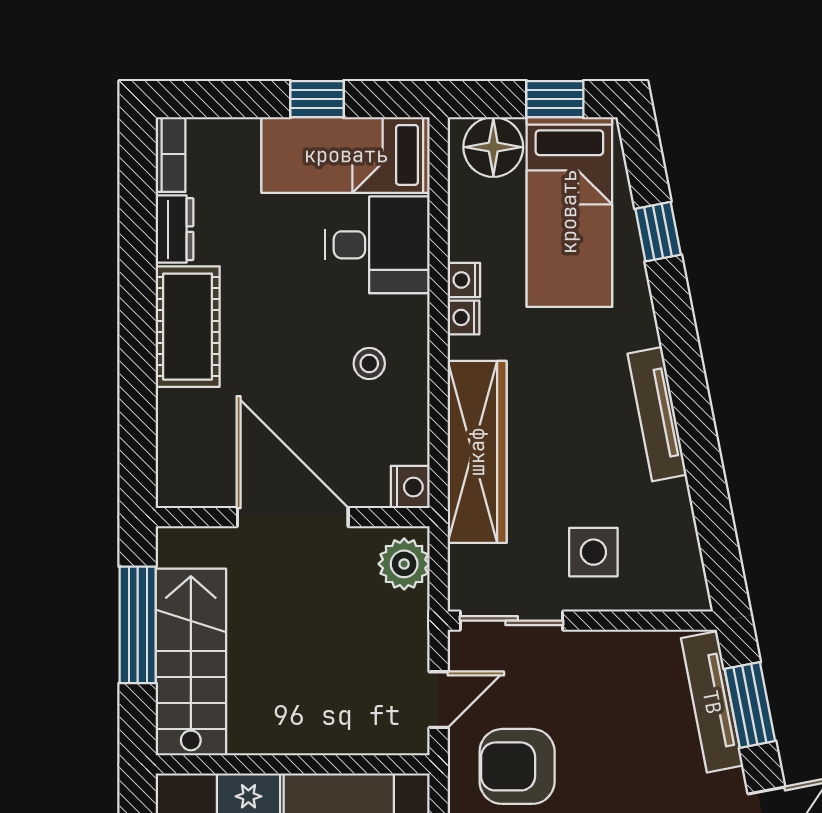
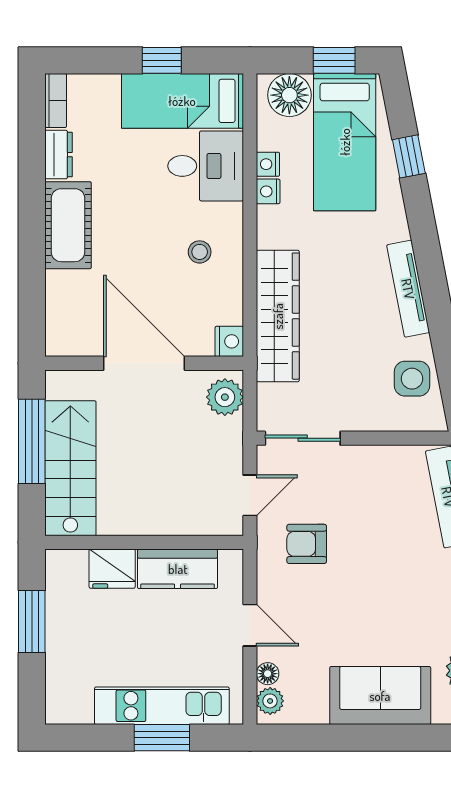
nightstand: (464, 317) -> (268, 164), moved
side table: (593, 552) -> (412, 379), moved
armchair: (517, 766) -> (307, 544), width x0.72, depth x0.72

